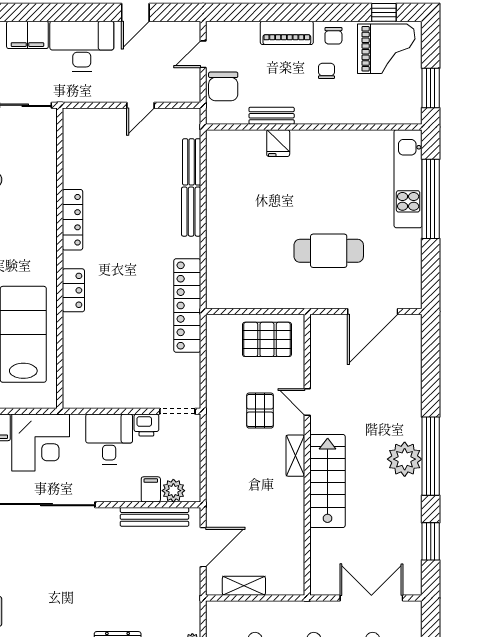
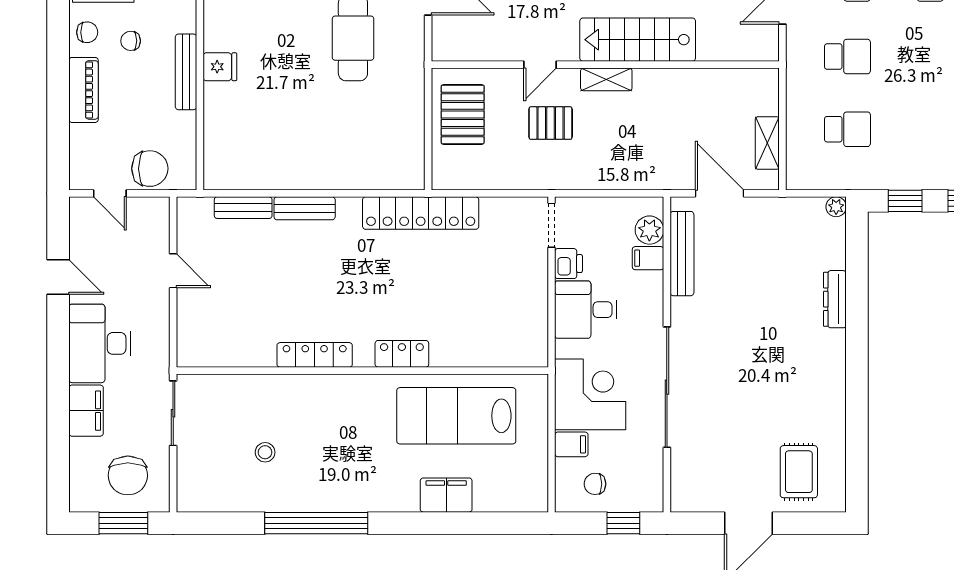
bench: (272, 116) -> (186, 72), moved, width x1.36
fridge: (278, 143) -> (220, 67), moved

